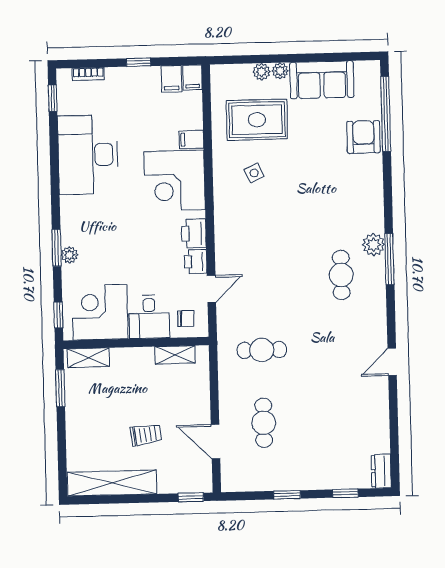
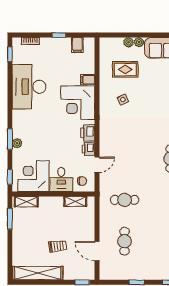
filing cabinet: (192, 77) -> (89, 45), removed
rug: (257, 120) -> (125, 69), width x0.73, depth x0.70

